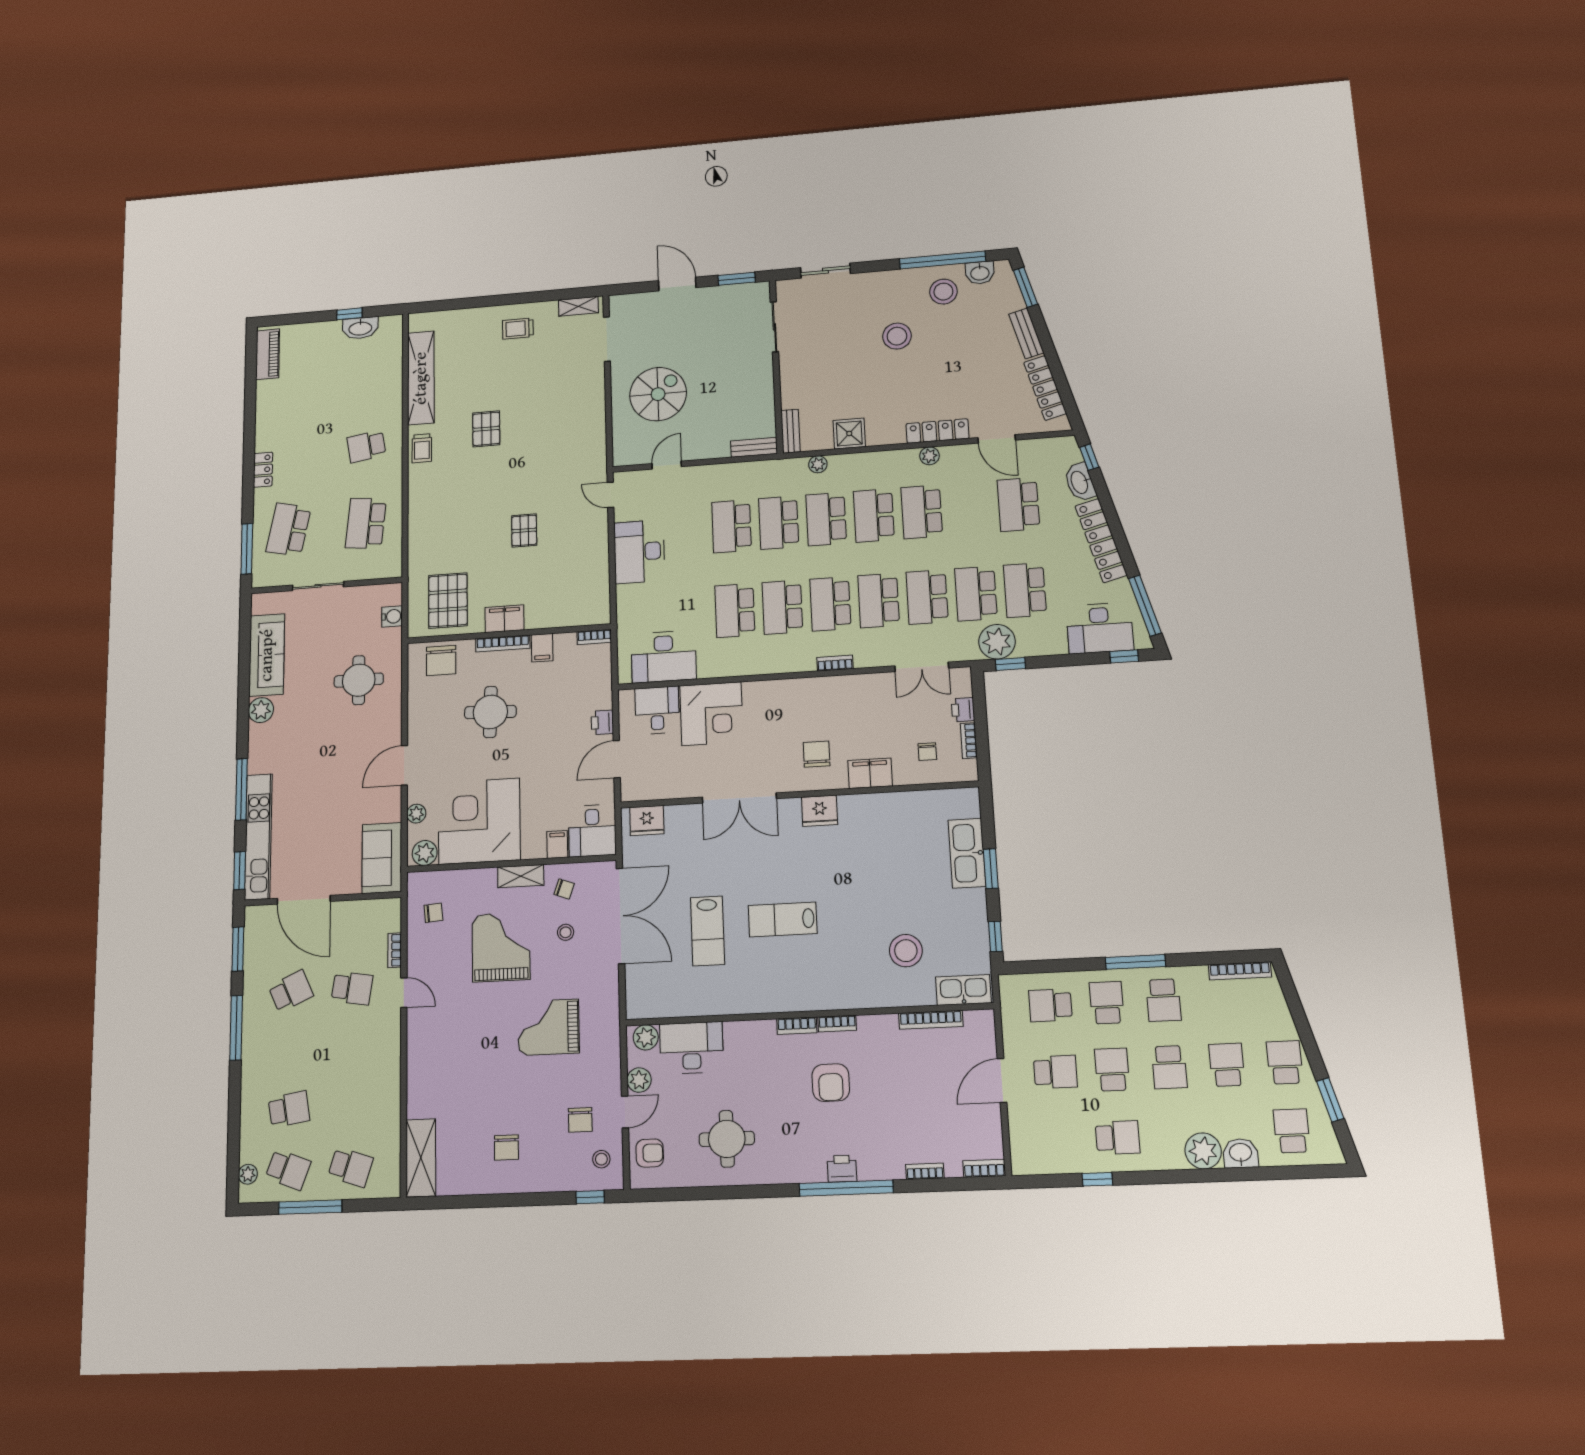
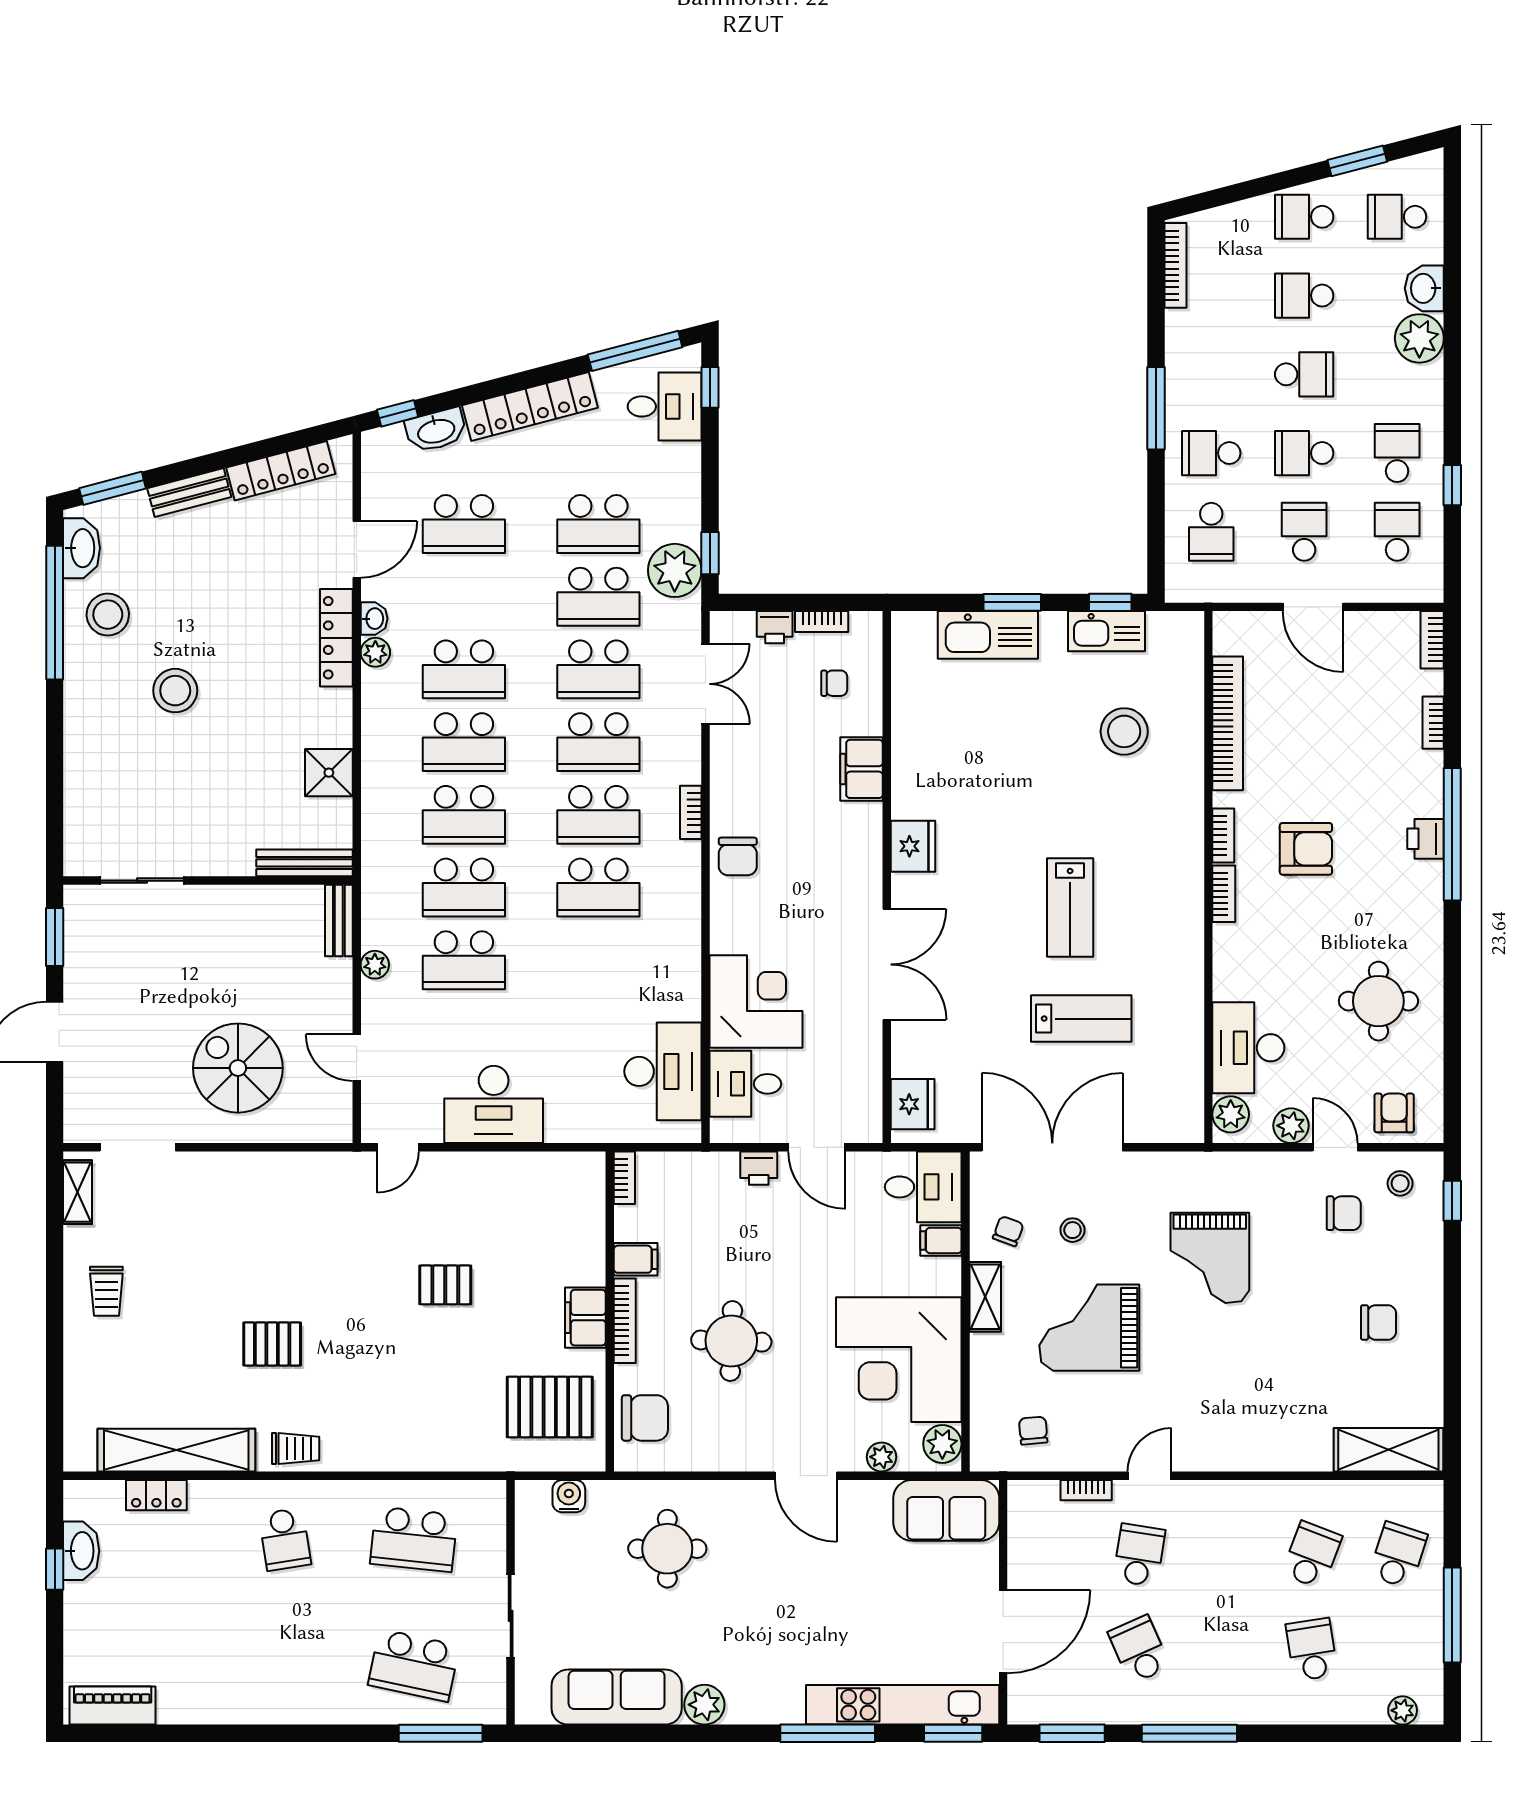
sliding door: (825, 271) -> (55, 796), removed
washbasin: (980, 273) -> (82, 548), width x1.38
bench: (790, 431) -> (304, 863), width x1.36
washbasin: (952, 453) -> (374, 619), added
plant: (818, 464) -> (375, 965), moved
locker: (263, 470) -> (156, 1495), moved, turned 180
school desk: (735, 611) -> (598, 960), removed
desk: (1100, 628) -> (665, 406), width x0.73
chair: (817, 754) -> (738, 856), moved, turned -90
kitchen sink: (963, 990) -> (1106, 631), moved, turned -90
school desk: (1163, 1000) -> (1397, 532), moved, turned -90
bookcase: (931, 1020) -> (1228, 723), width x1.48, depth x1.31
school desk: (288, 1170) -> (1312, 1555), moved

